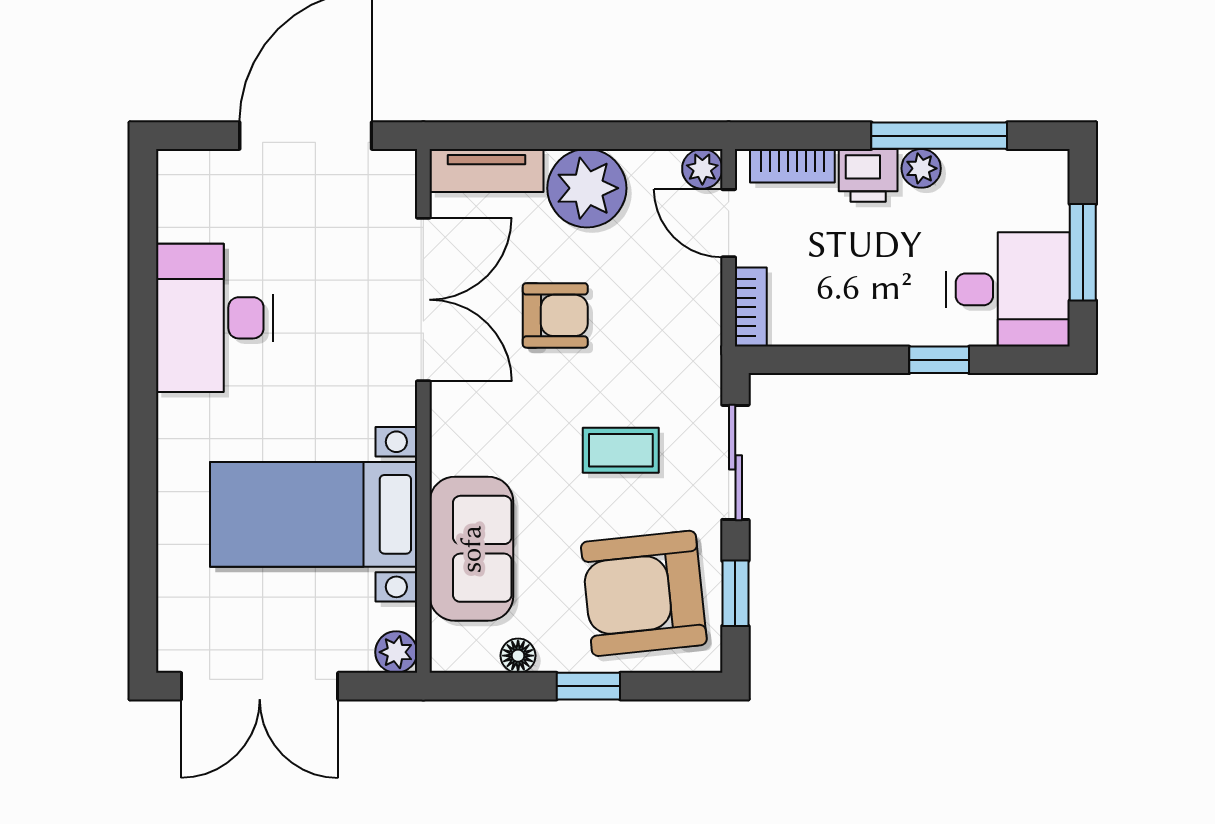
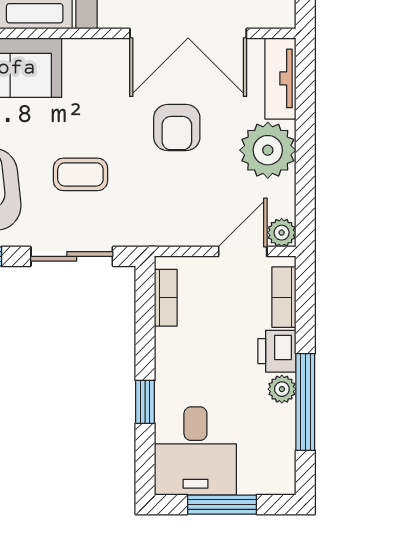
bookcase: (751, 307) -> (166, 298), moved, turned -90
coffee table: (621, 450) -> (80, 174), turned 90

